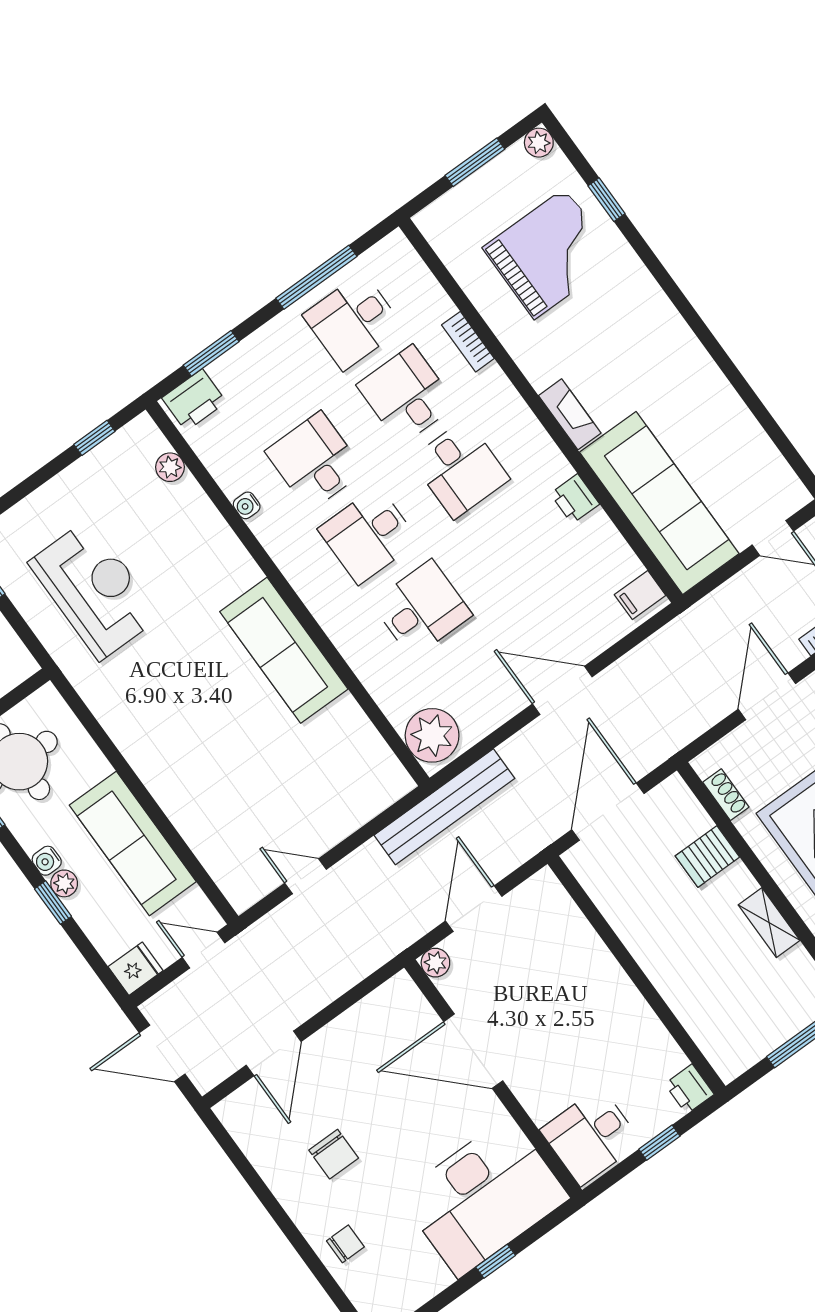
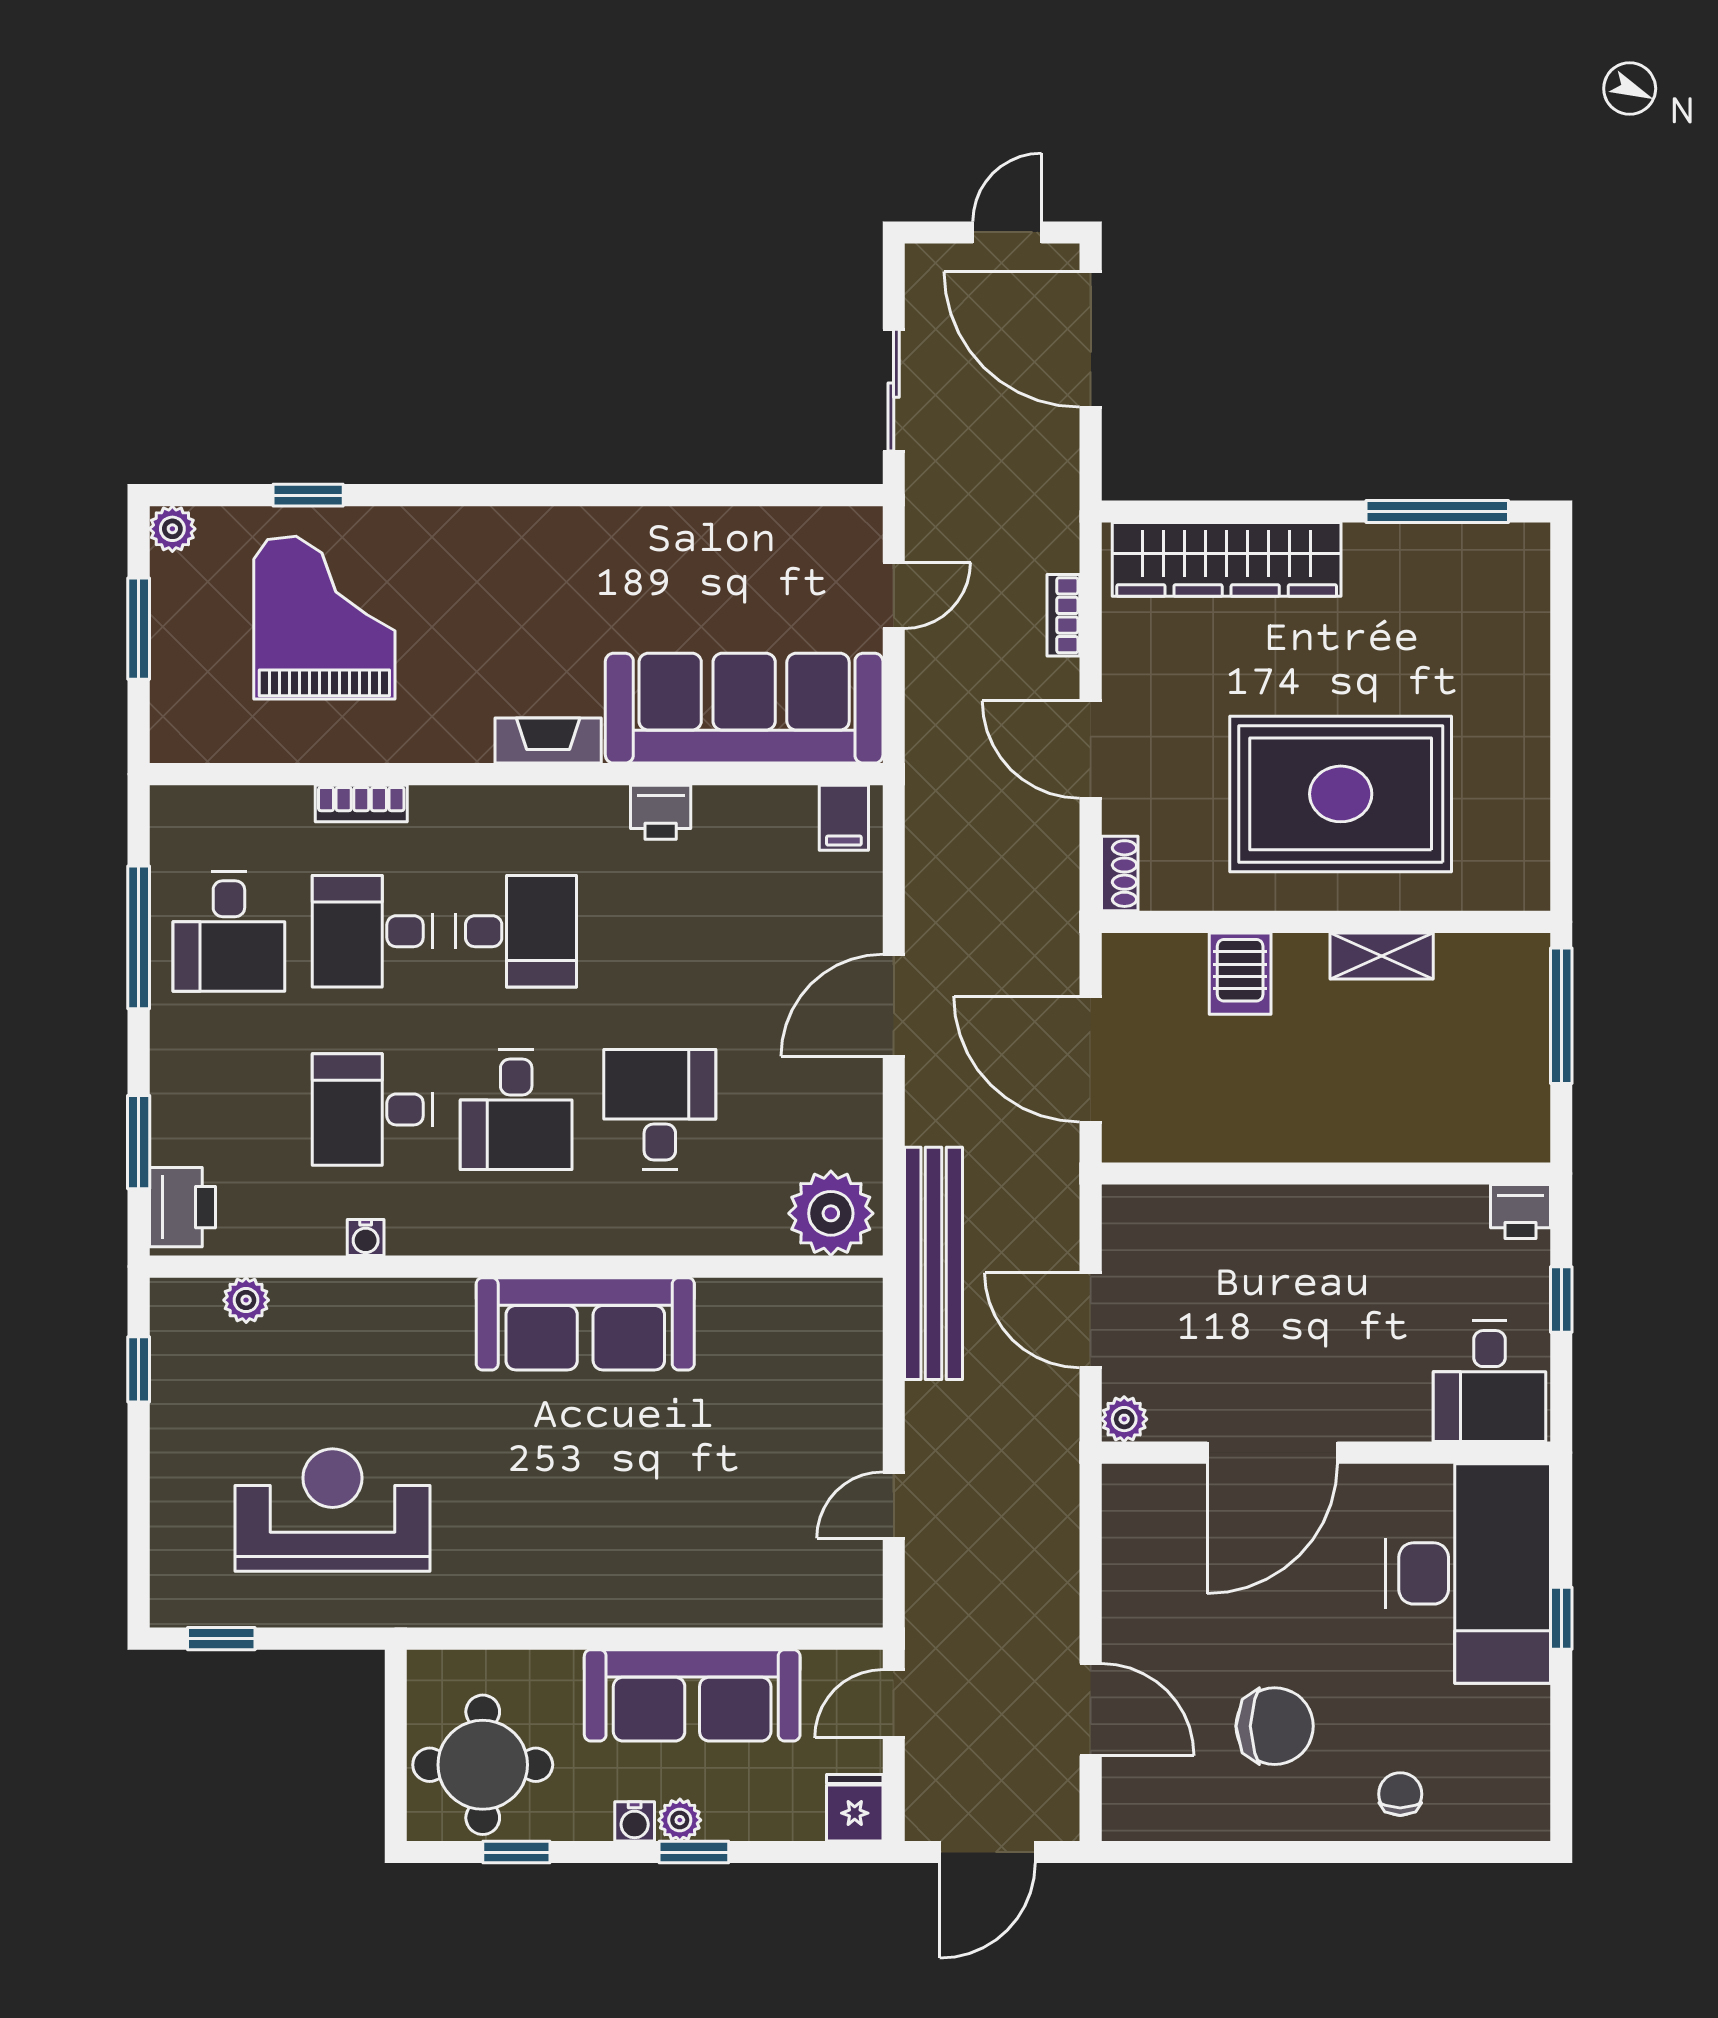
shoe rack: (726, 795) -> (1120, 874), moved, turned 90
chair: (334, 1154) -> (1275, 1726), width x1.37, depth x1.37

